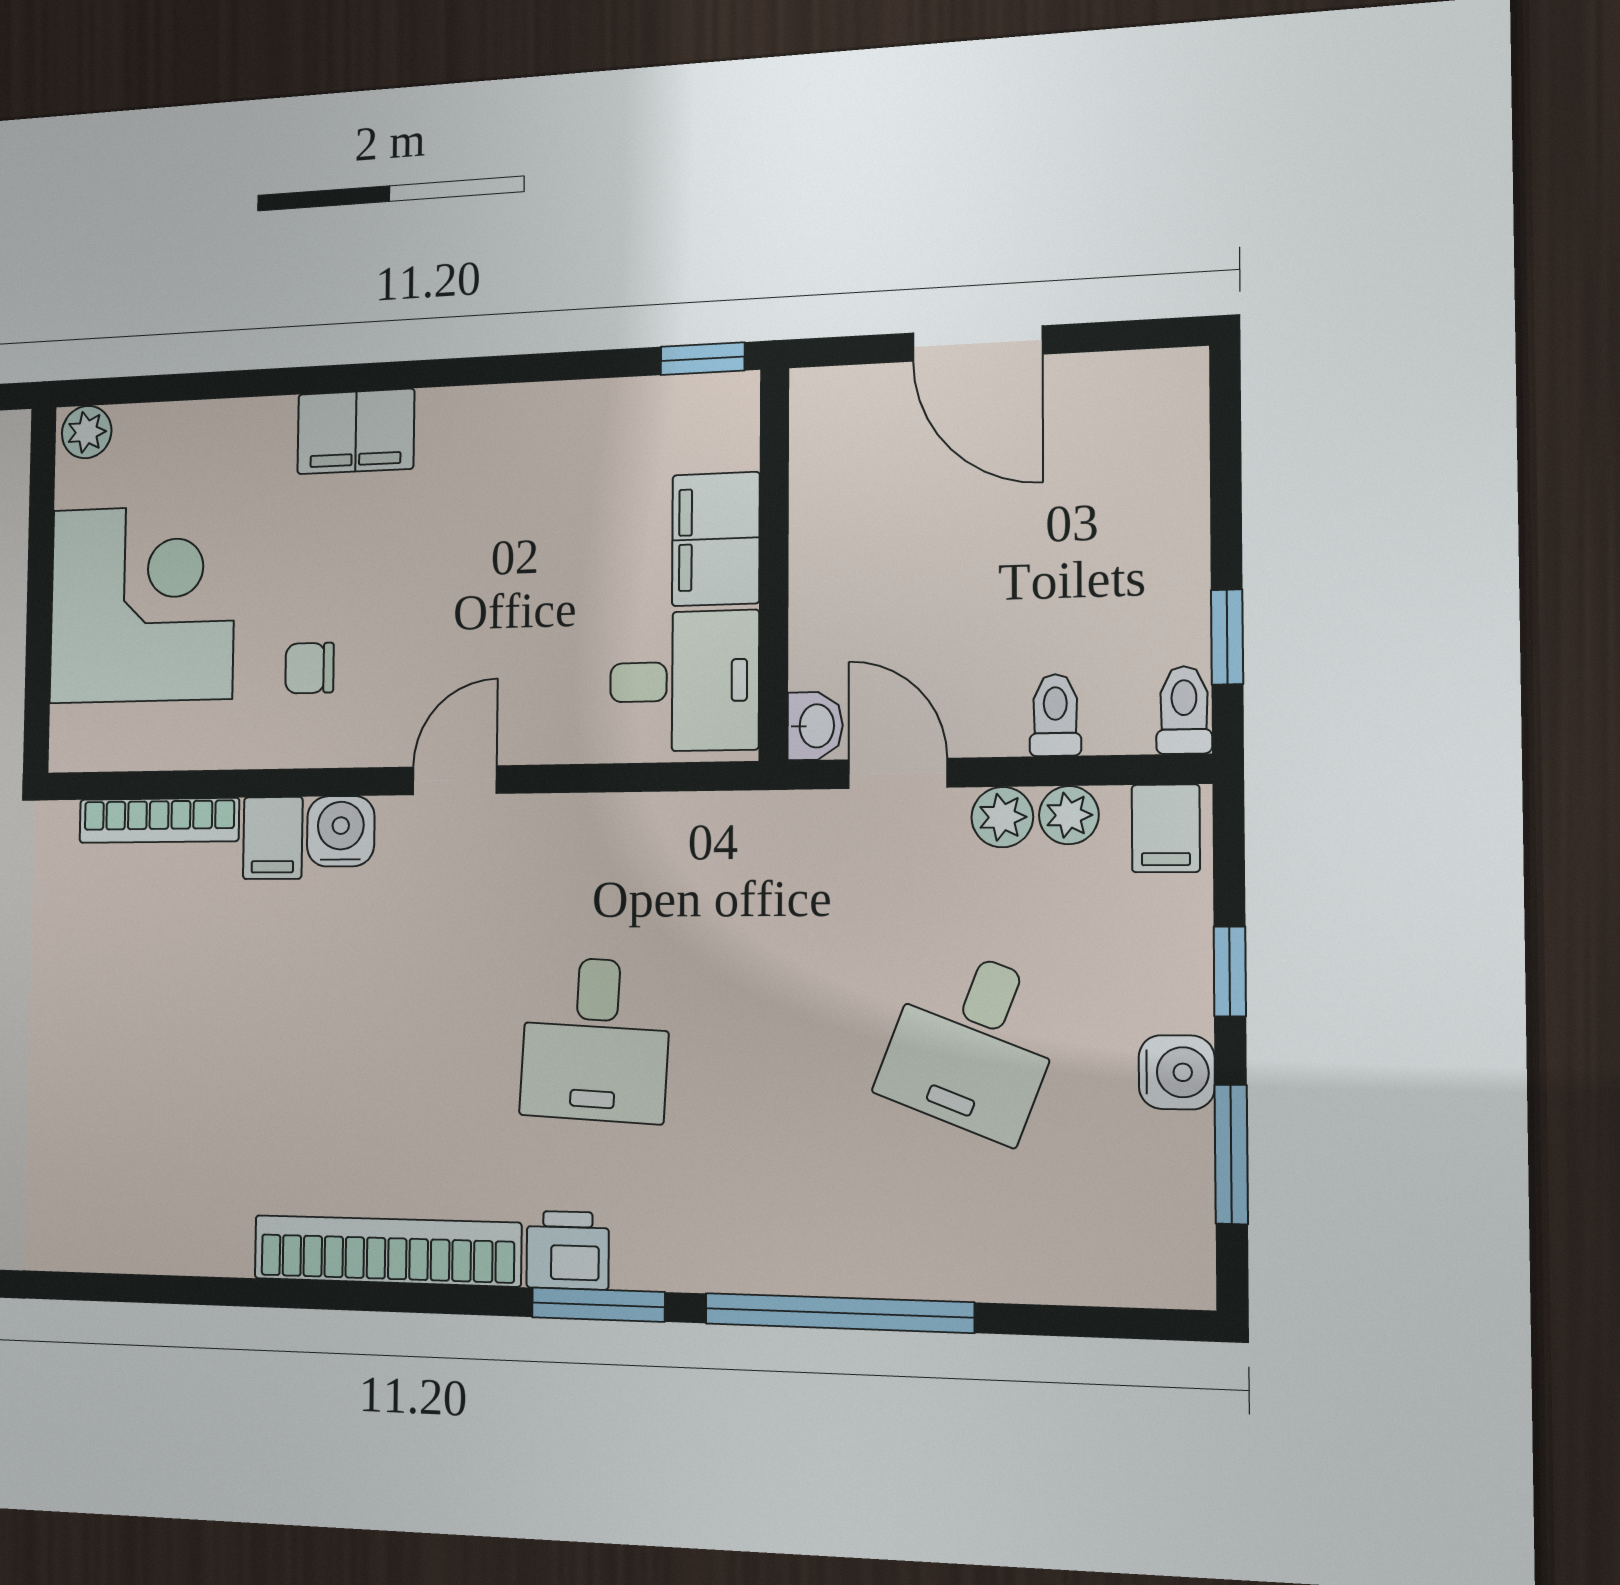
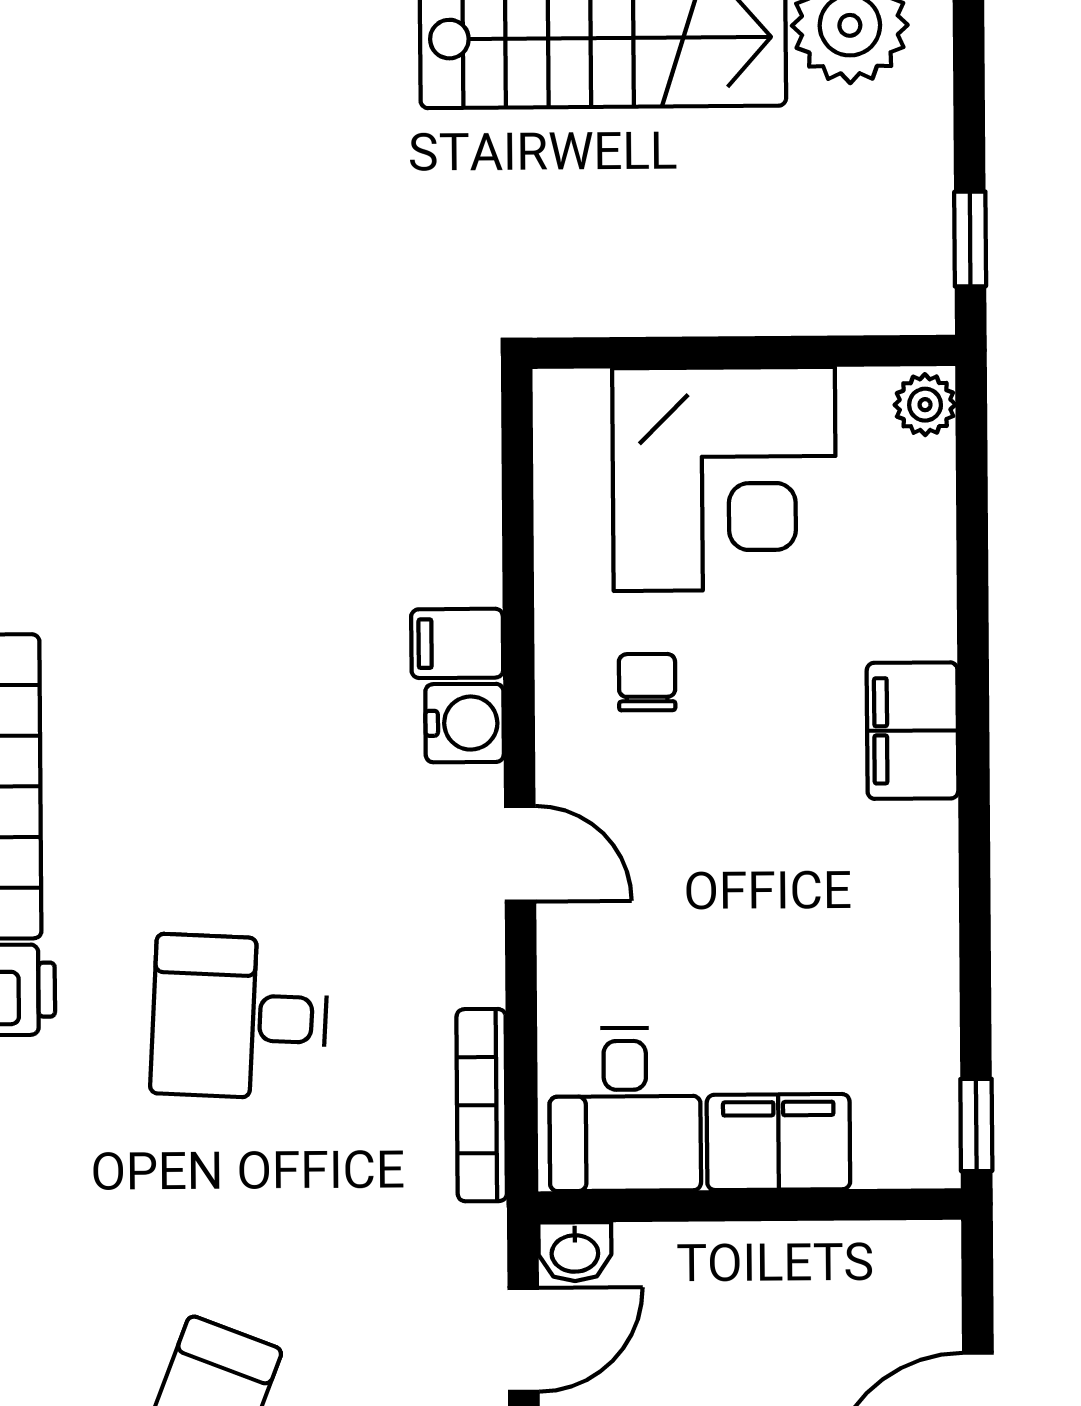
bookcase: (159, 820) -> (482, 1105), moved

